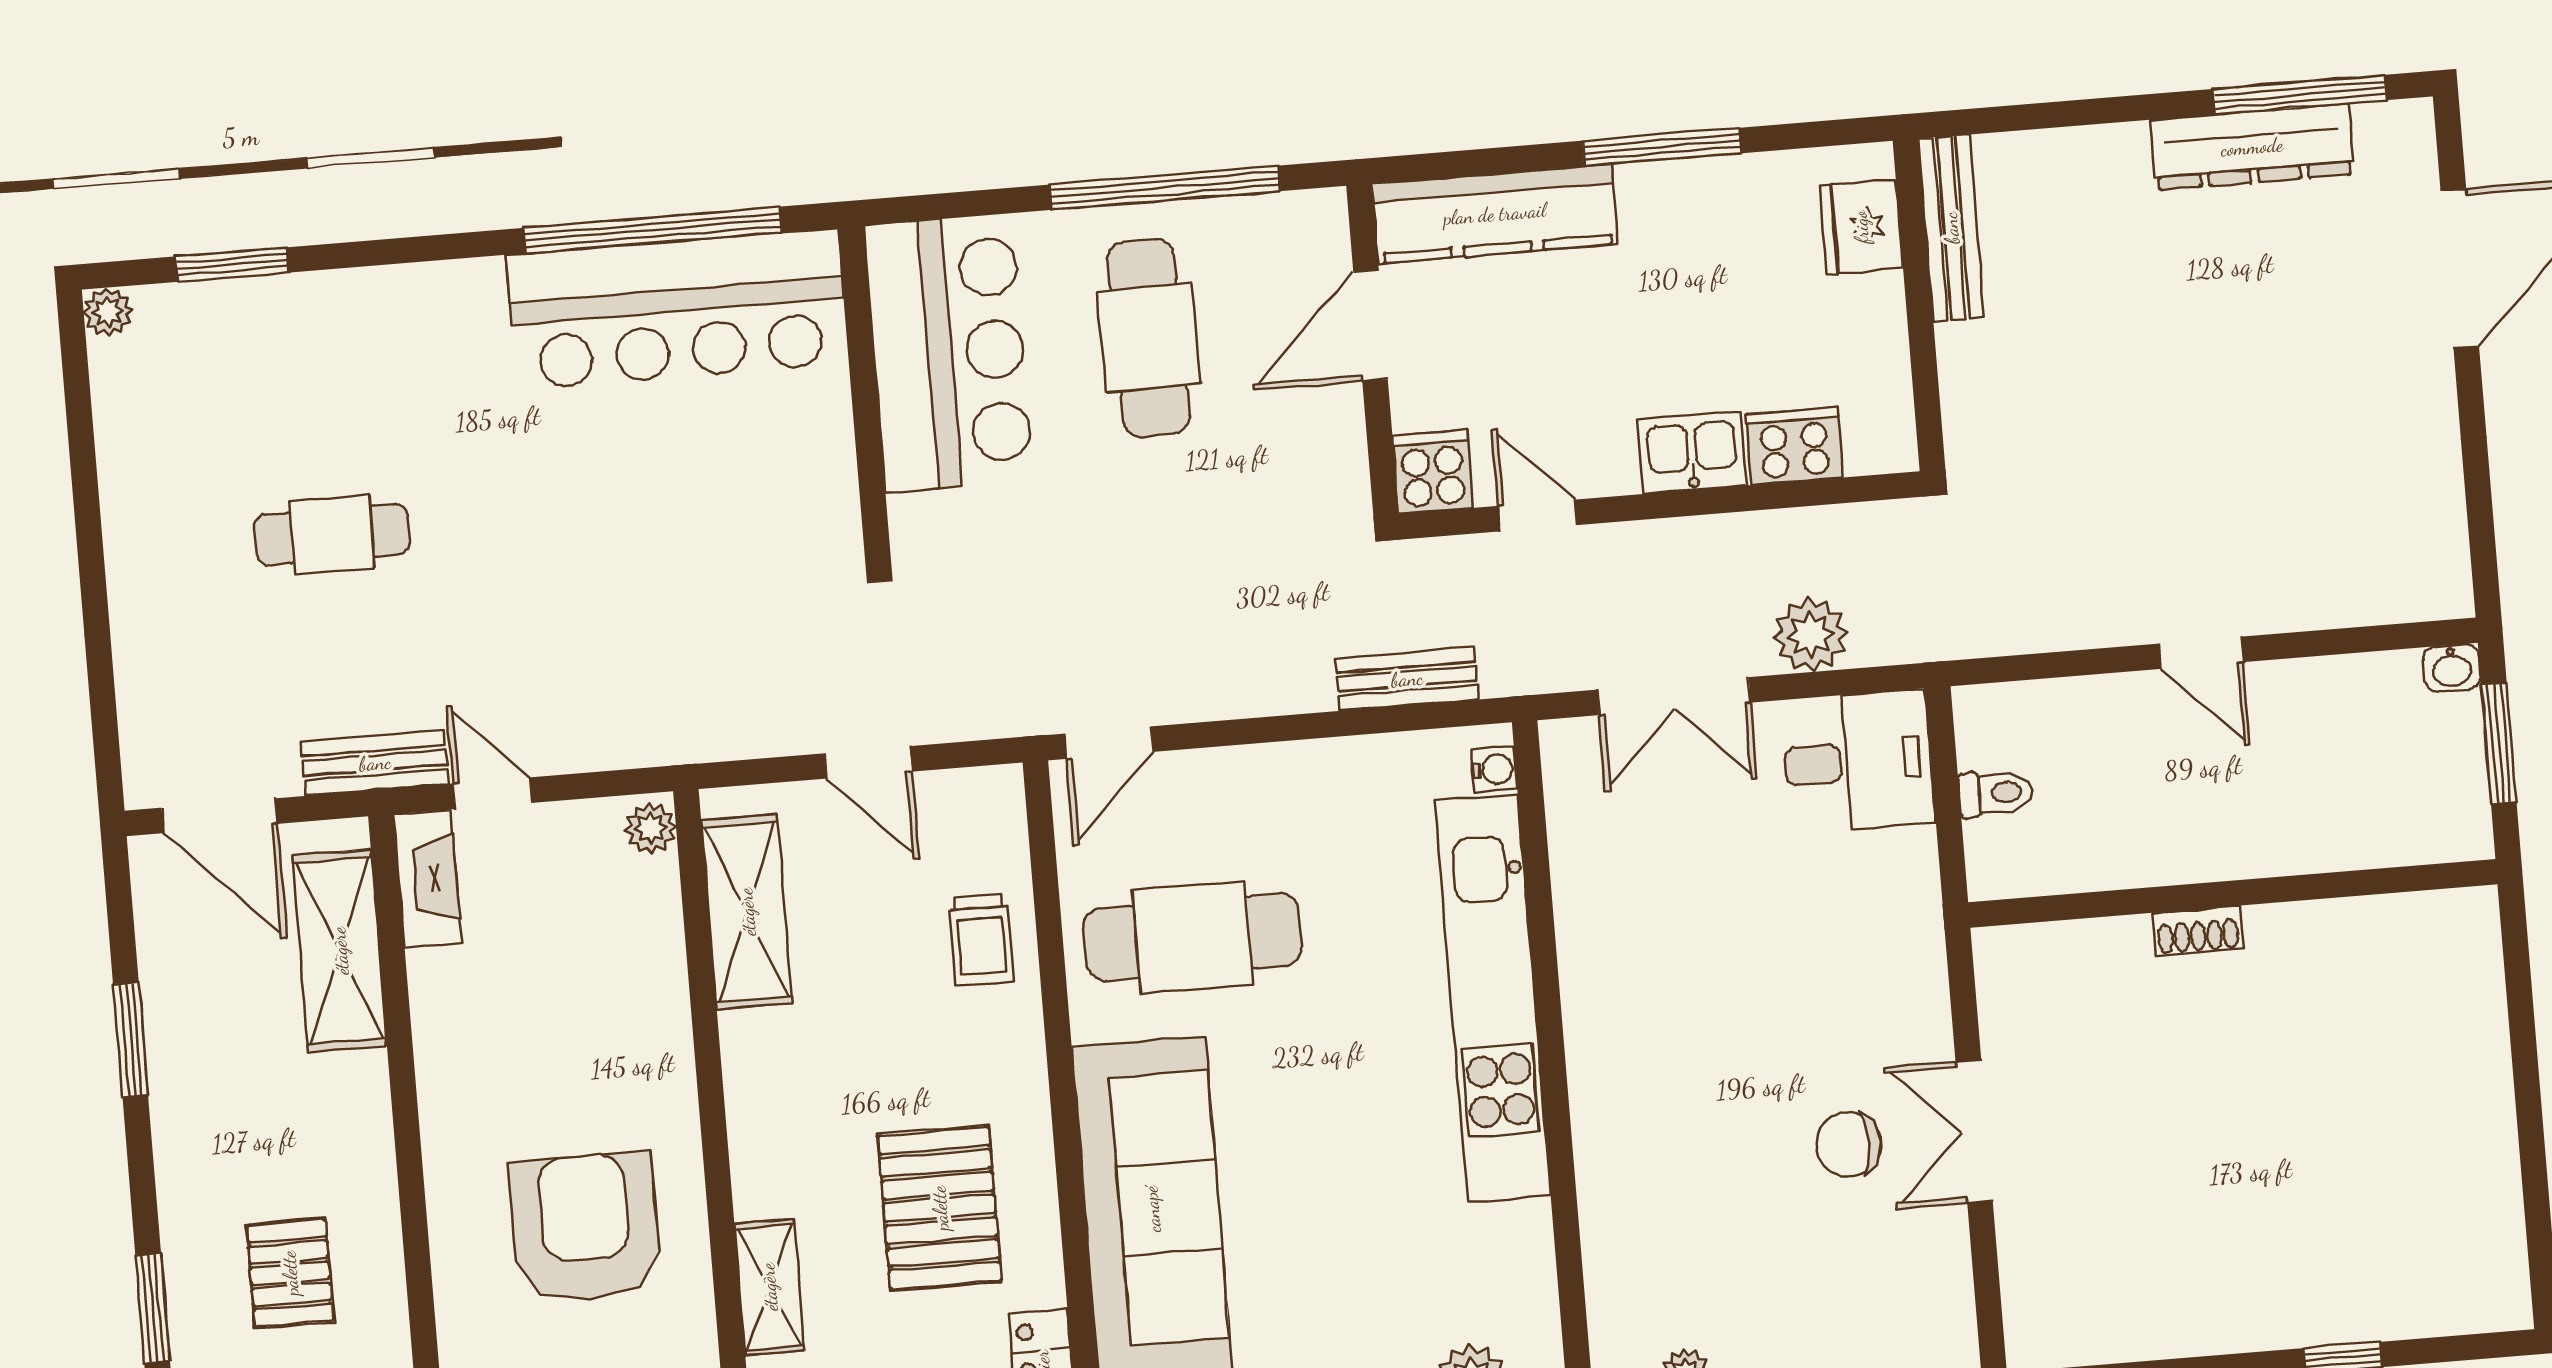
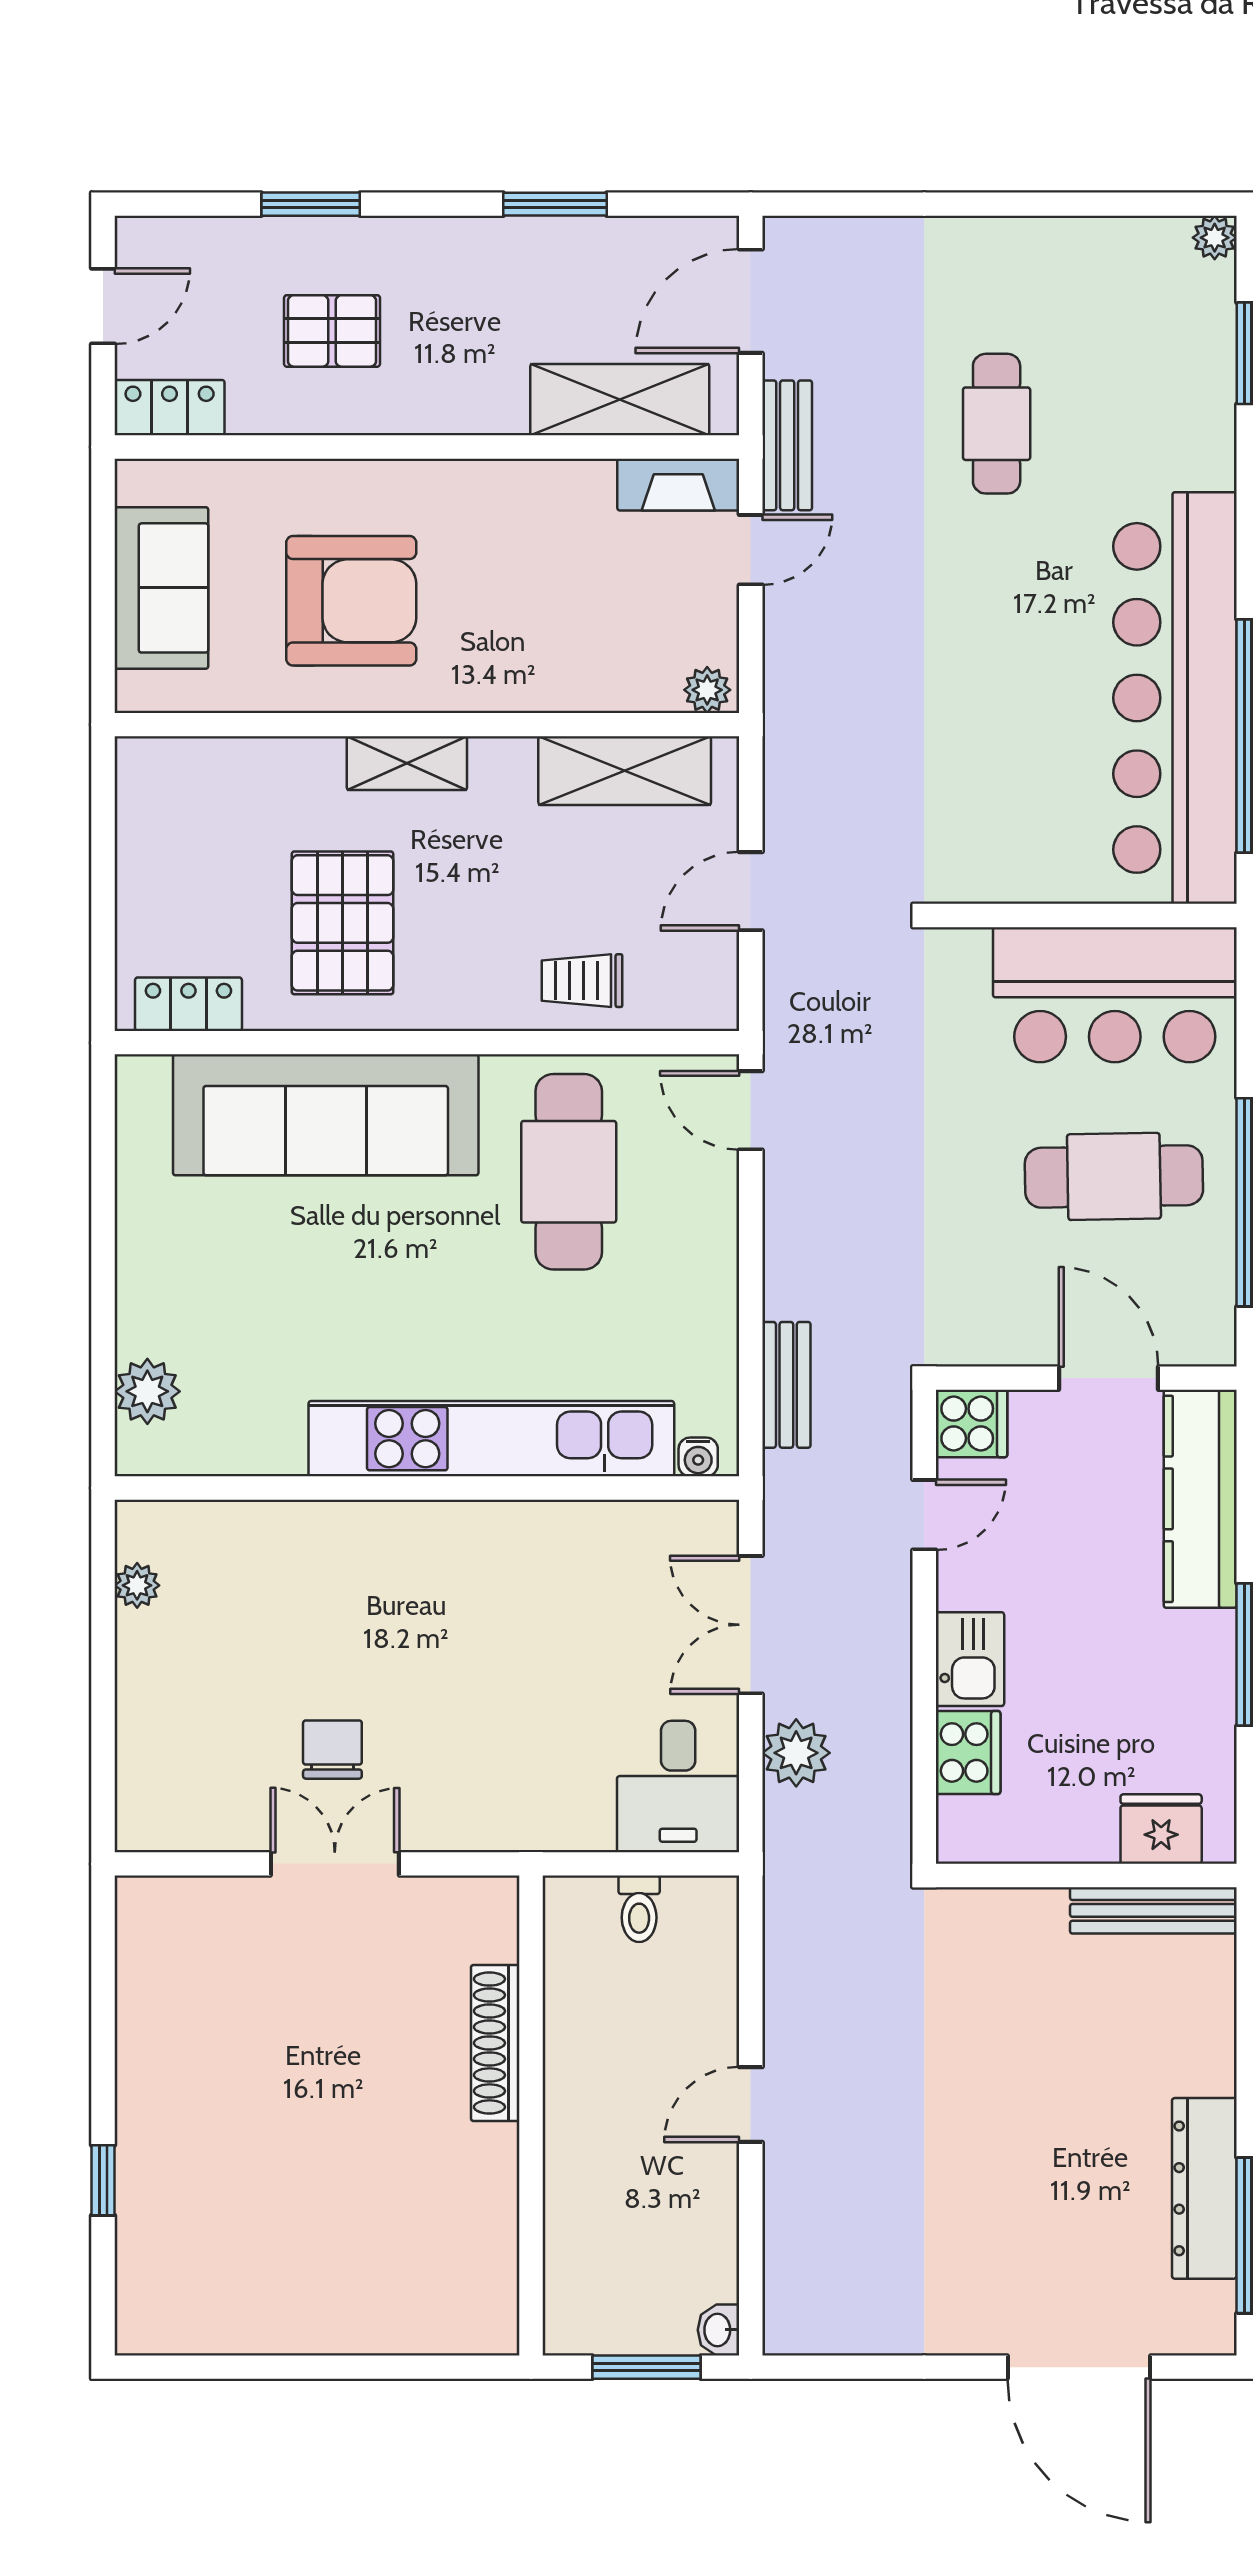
bar counter: (677, 309) -> (1175, 698), width x1.36
shoe rack: (2198, 931) -> (495, 2043), width x1.94, depth x1.24
pallet: (940, 1208) -> (343, 923), turned 90
shelving: (769, 1287) -> (407, 763), moved

